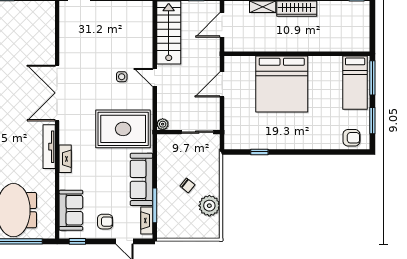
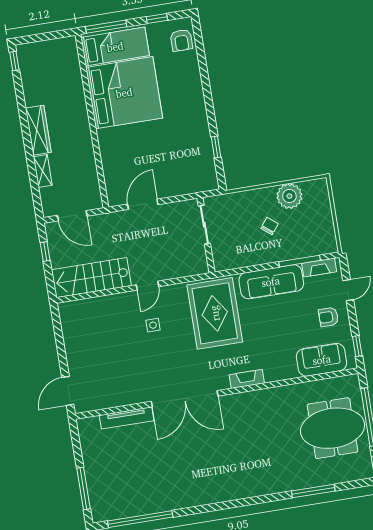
door: (222, 84) -> (143, 204), swing flipped
bed: (282, 84) -> (124, 93), moved
window: (372, 121) -> (157, 18), width x0.67
plant: (163, 124) -> (202, 267), removed
armchair: (351, 138) -> (181, 40), turned 180
tv unit: (49, 147) -> (127, 418), moved
fireplace: (65, 159) -> (247, 379), moved
armchair: (105, 222) -> (328, 317), turned -90

